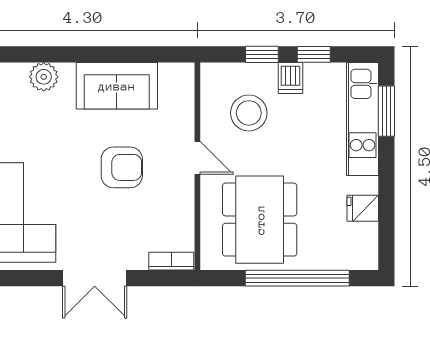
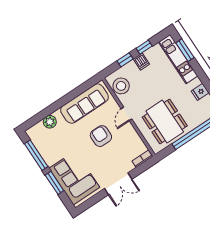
sofa: (117, 86) -> (84, 104), width x1.36
stool: (249, 113) -> (121, 86), moved
door: (197, 158) -> (127, 114), swing flipped
armchair: (122, 167) -> (101, 136), turned -90

